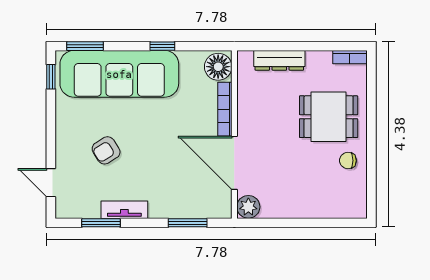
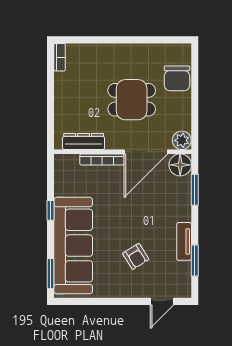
dresser: (279, 60) -> (84, 141), moved, turned -90
floor lamp: (218, 67) -> (180, 165), moved
window: (51, 77) -> (76, 301), removed
dining table: (329, 117) -> (132, 100), moved, turned 90
chair: (348, 161) -> (177, 78), moved, width x1.87, depth x1.87

